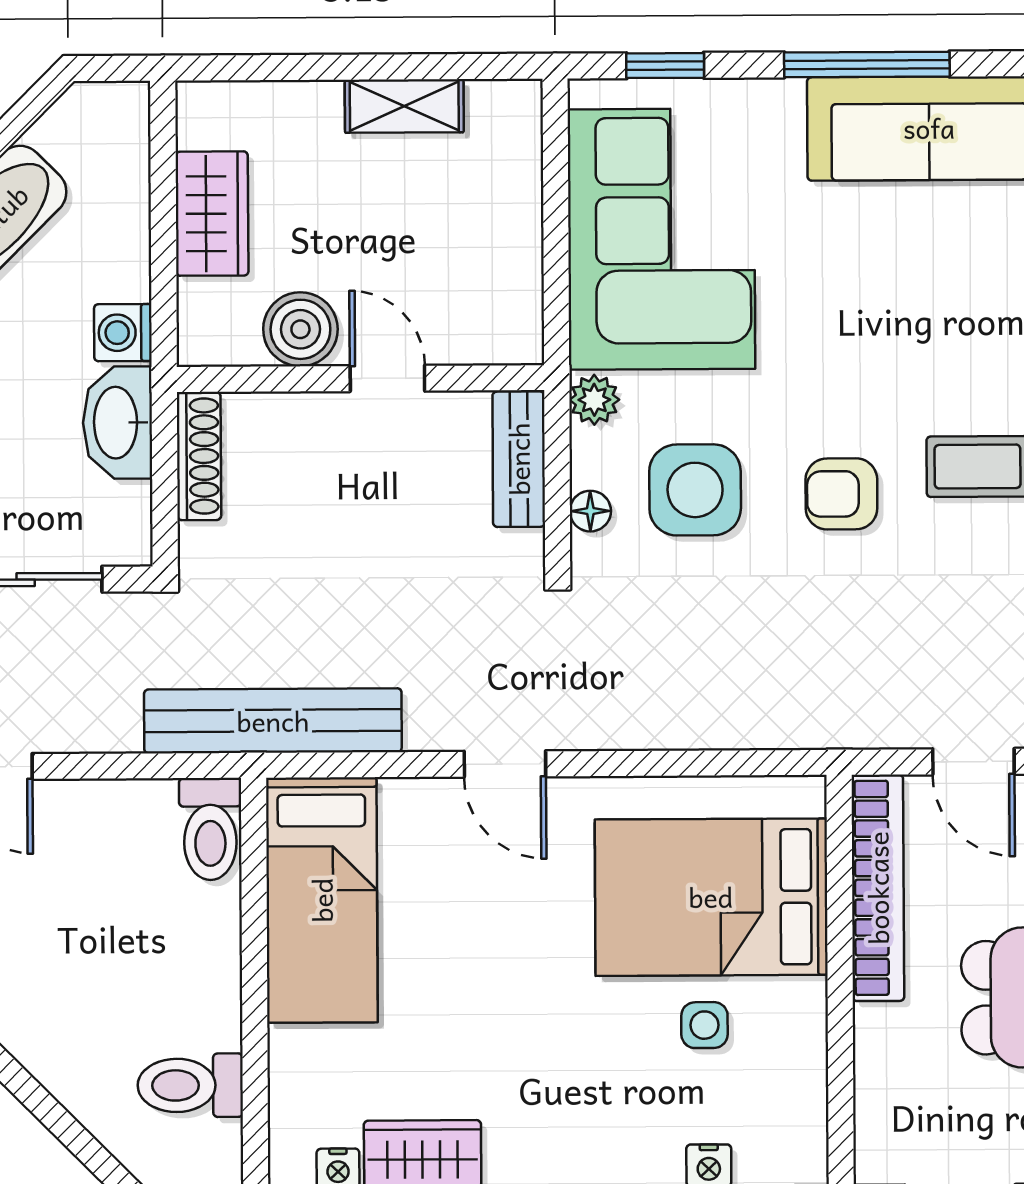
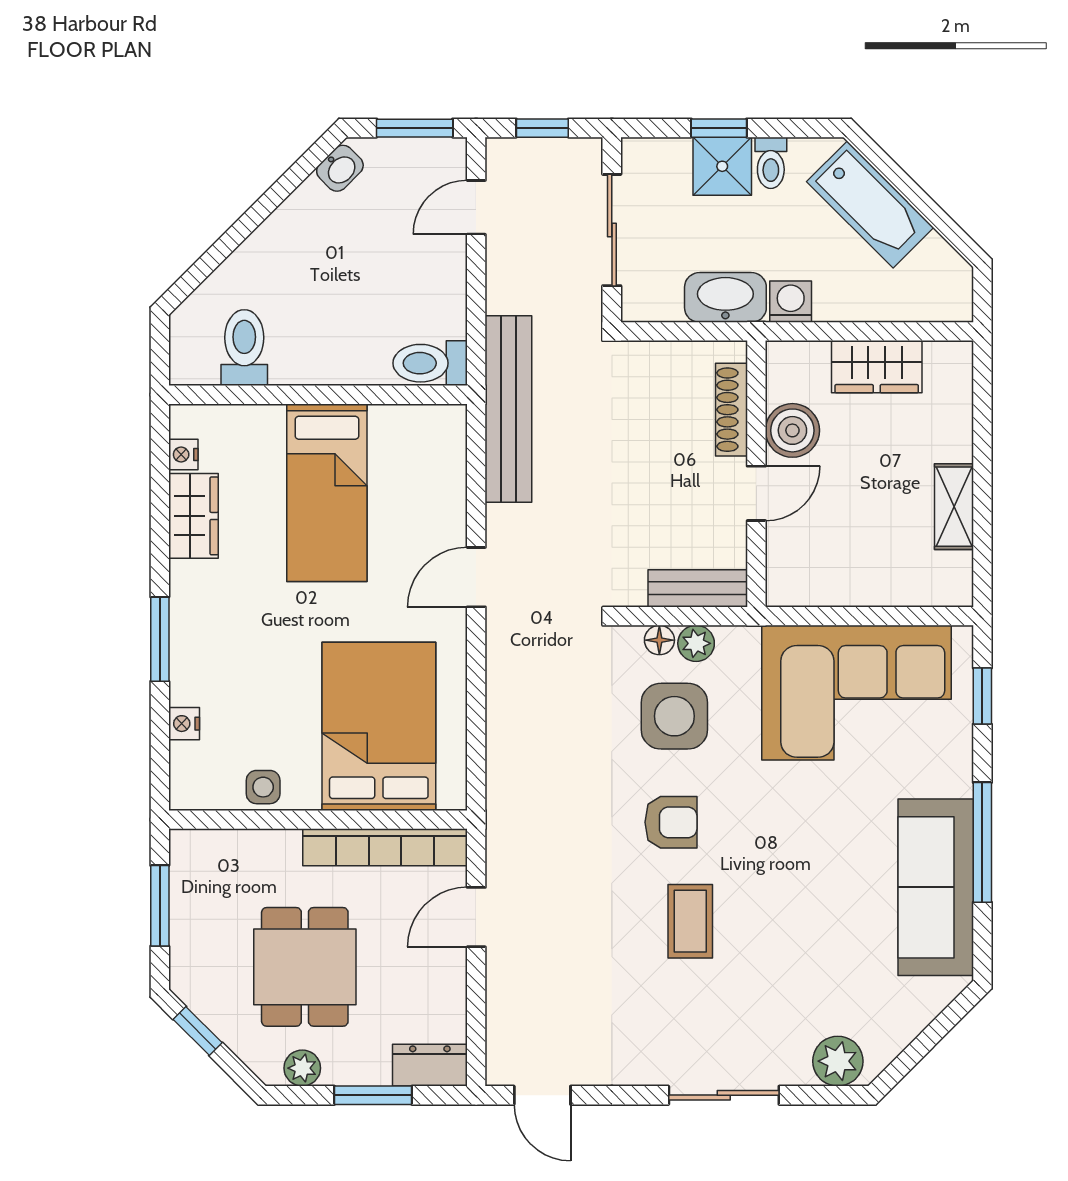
plant: (594, 400) -> (696, 643), moved
shoe rack: (199, 456) -> (732, 410), moved, turned 90
armchair: (841, 494) -> (671, 822), turned 90
bed: (322, 900) -> (327, 493), moved, turned -90
side table: (704, 1025) -> (263, 787), moved

